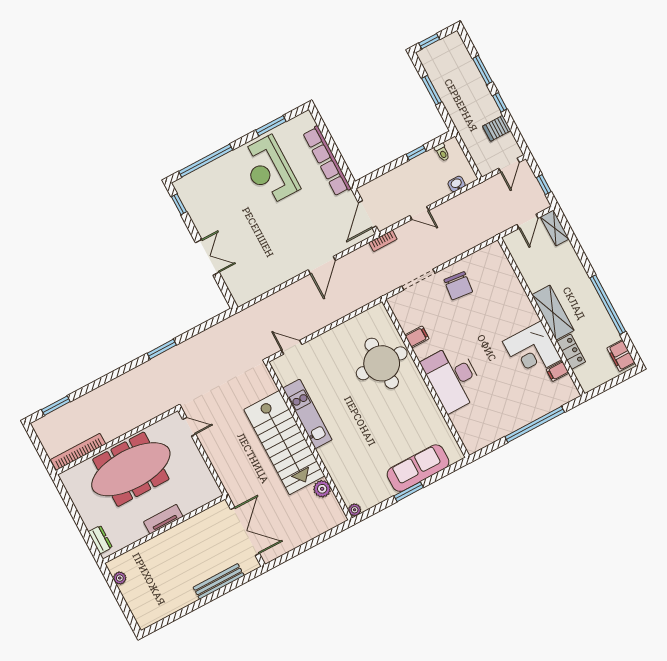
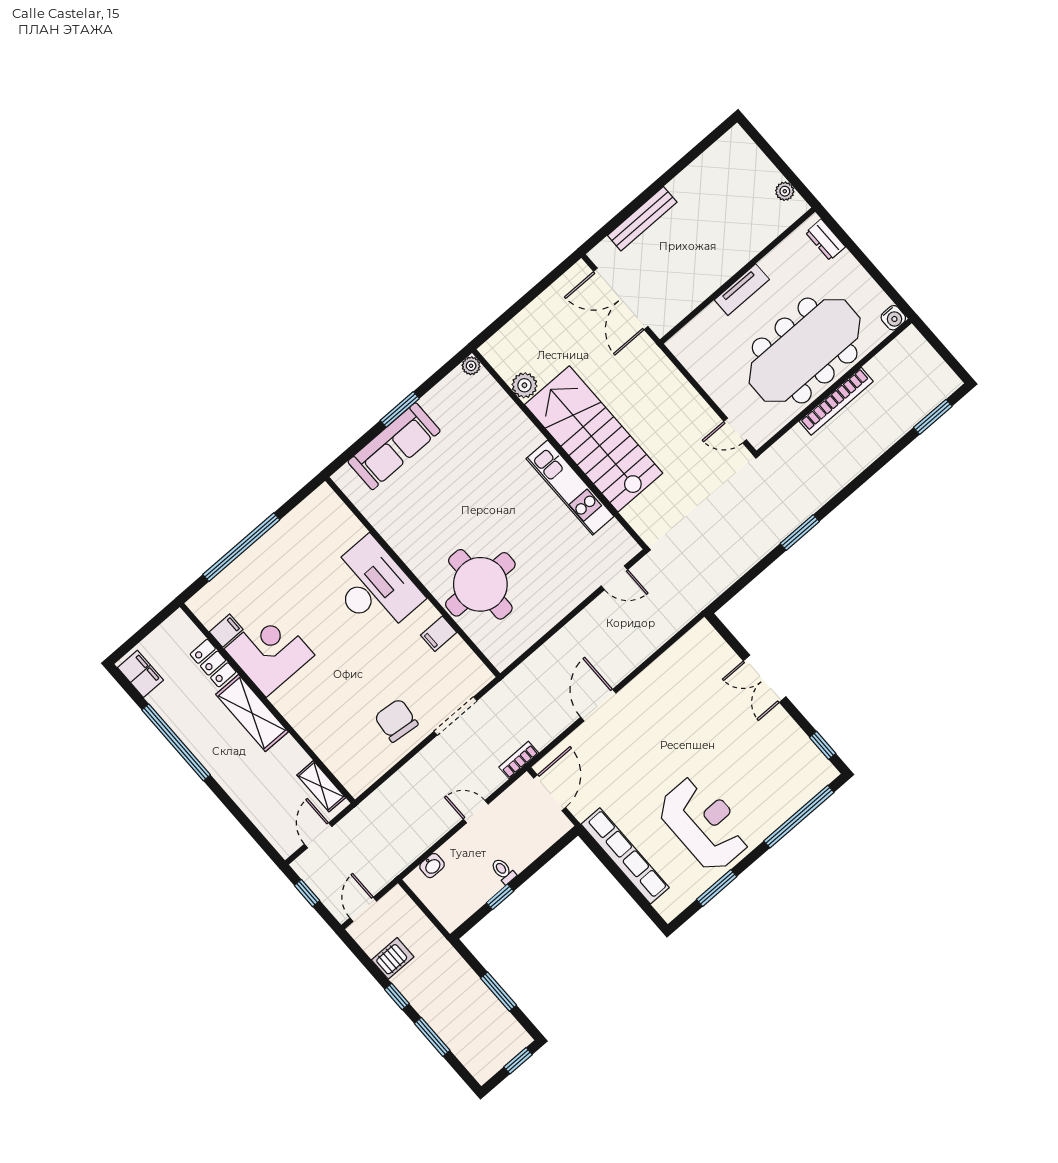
toilet: (442, 152) -> (503, 871), moved
shelving: (555, 228) -> (321, 786), moved
bookcase: (78, 452) -> (836, 401), moved
water cooler: (67, 478) -> (893, 318), added

